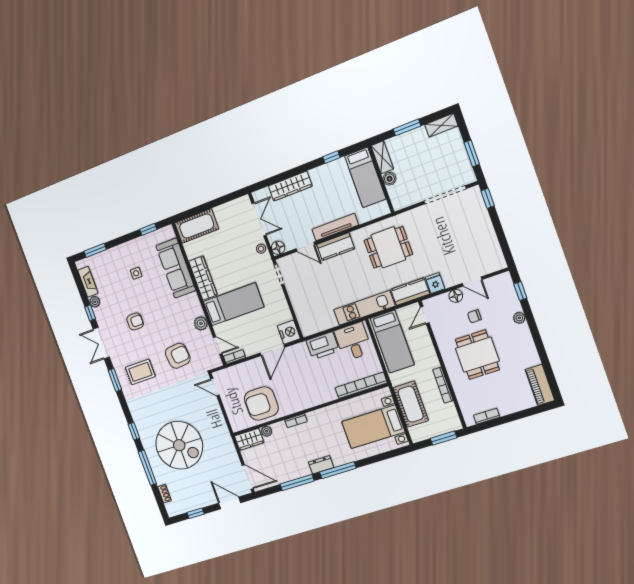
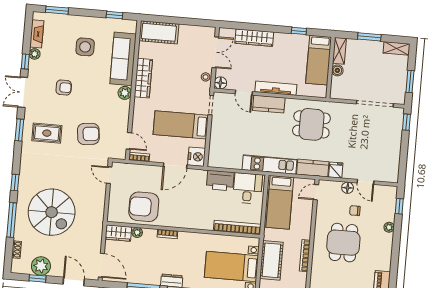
side table: (136, 273) -> (85, 47), width x1.87, depth x1.87
bed: (234, 304) -> (181, 125), moved, turned 180
plant: (201, 323) -> (125, 93), moved
plant: (193, 500) -> (41, 266), added

